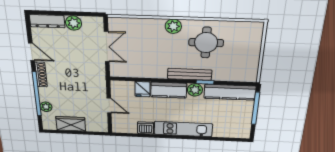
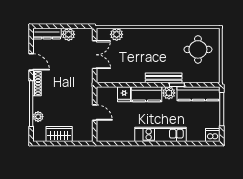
plant: (173, 26) -> (117, 34), moved
round table: (206, 43) -> (198, 49), moved
dishwasher: (146, 128) -> (213, 135), moved

